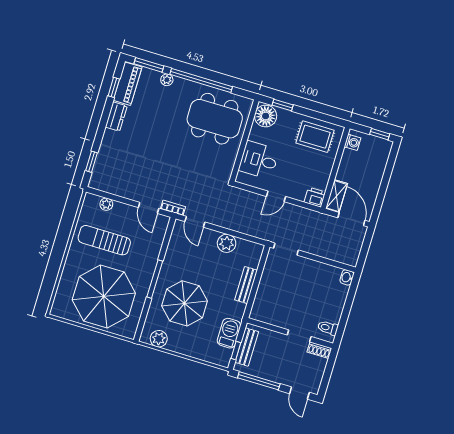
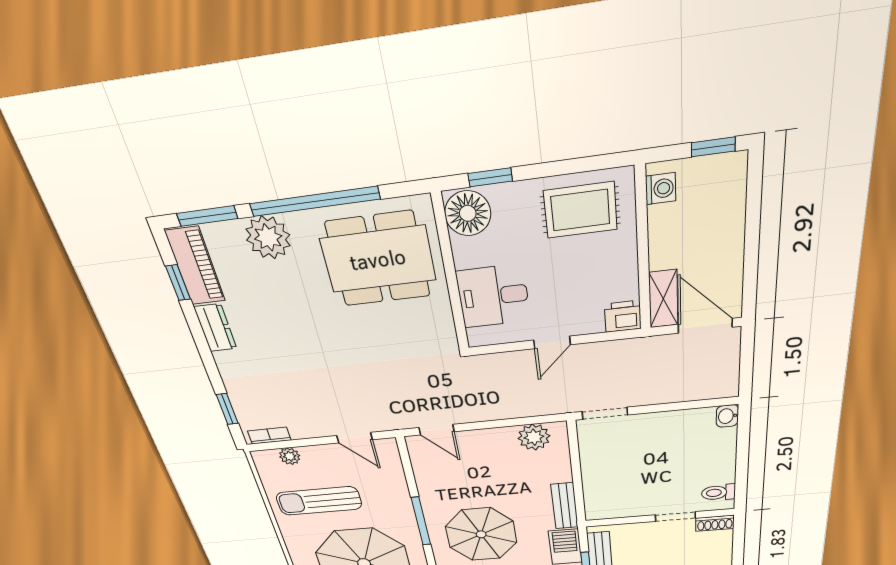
plant: (167, 80) -> (268, 237), width x1.88, depth x1.88
bookcase: (173, 208) -> (269, 436), moved
plant: (227, 243) -> (534, 437), moved
bench: (246, 285) -> (565, 506), moved

